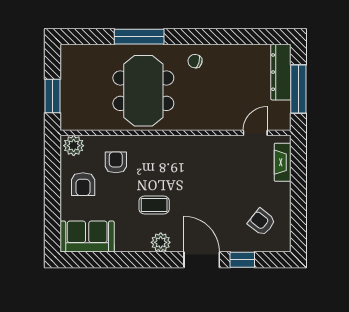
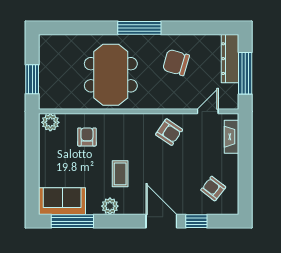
window: (139, 37) -> (139, 28), moved
chair: (195, 61) -> (176, 62), moved, width x1.87, depth x1.87
armchair: (83, 184) -> (169, 132), moved, turned -56
coffee table: (154, 205) -> (120, 174), turned 90
plant: (161, 242) -> (110, 206), moved
window: (99, 260) -> (72, 221), added

